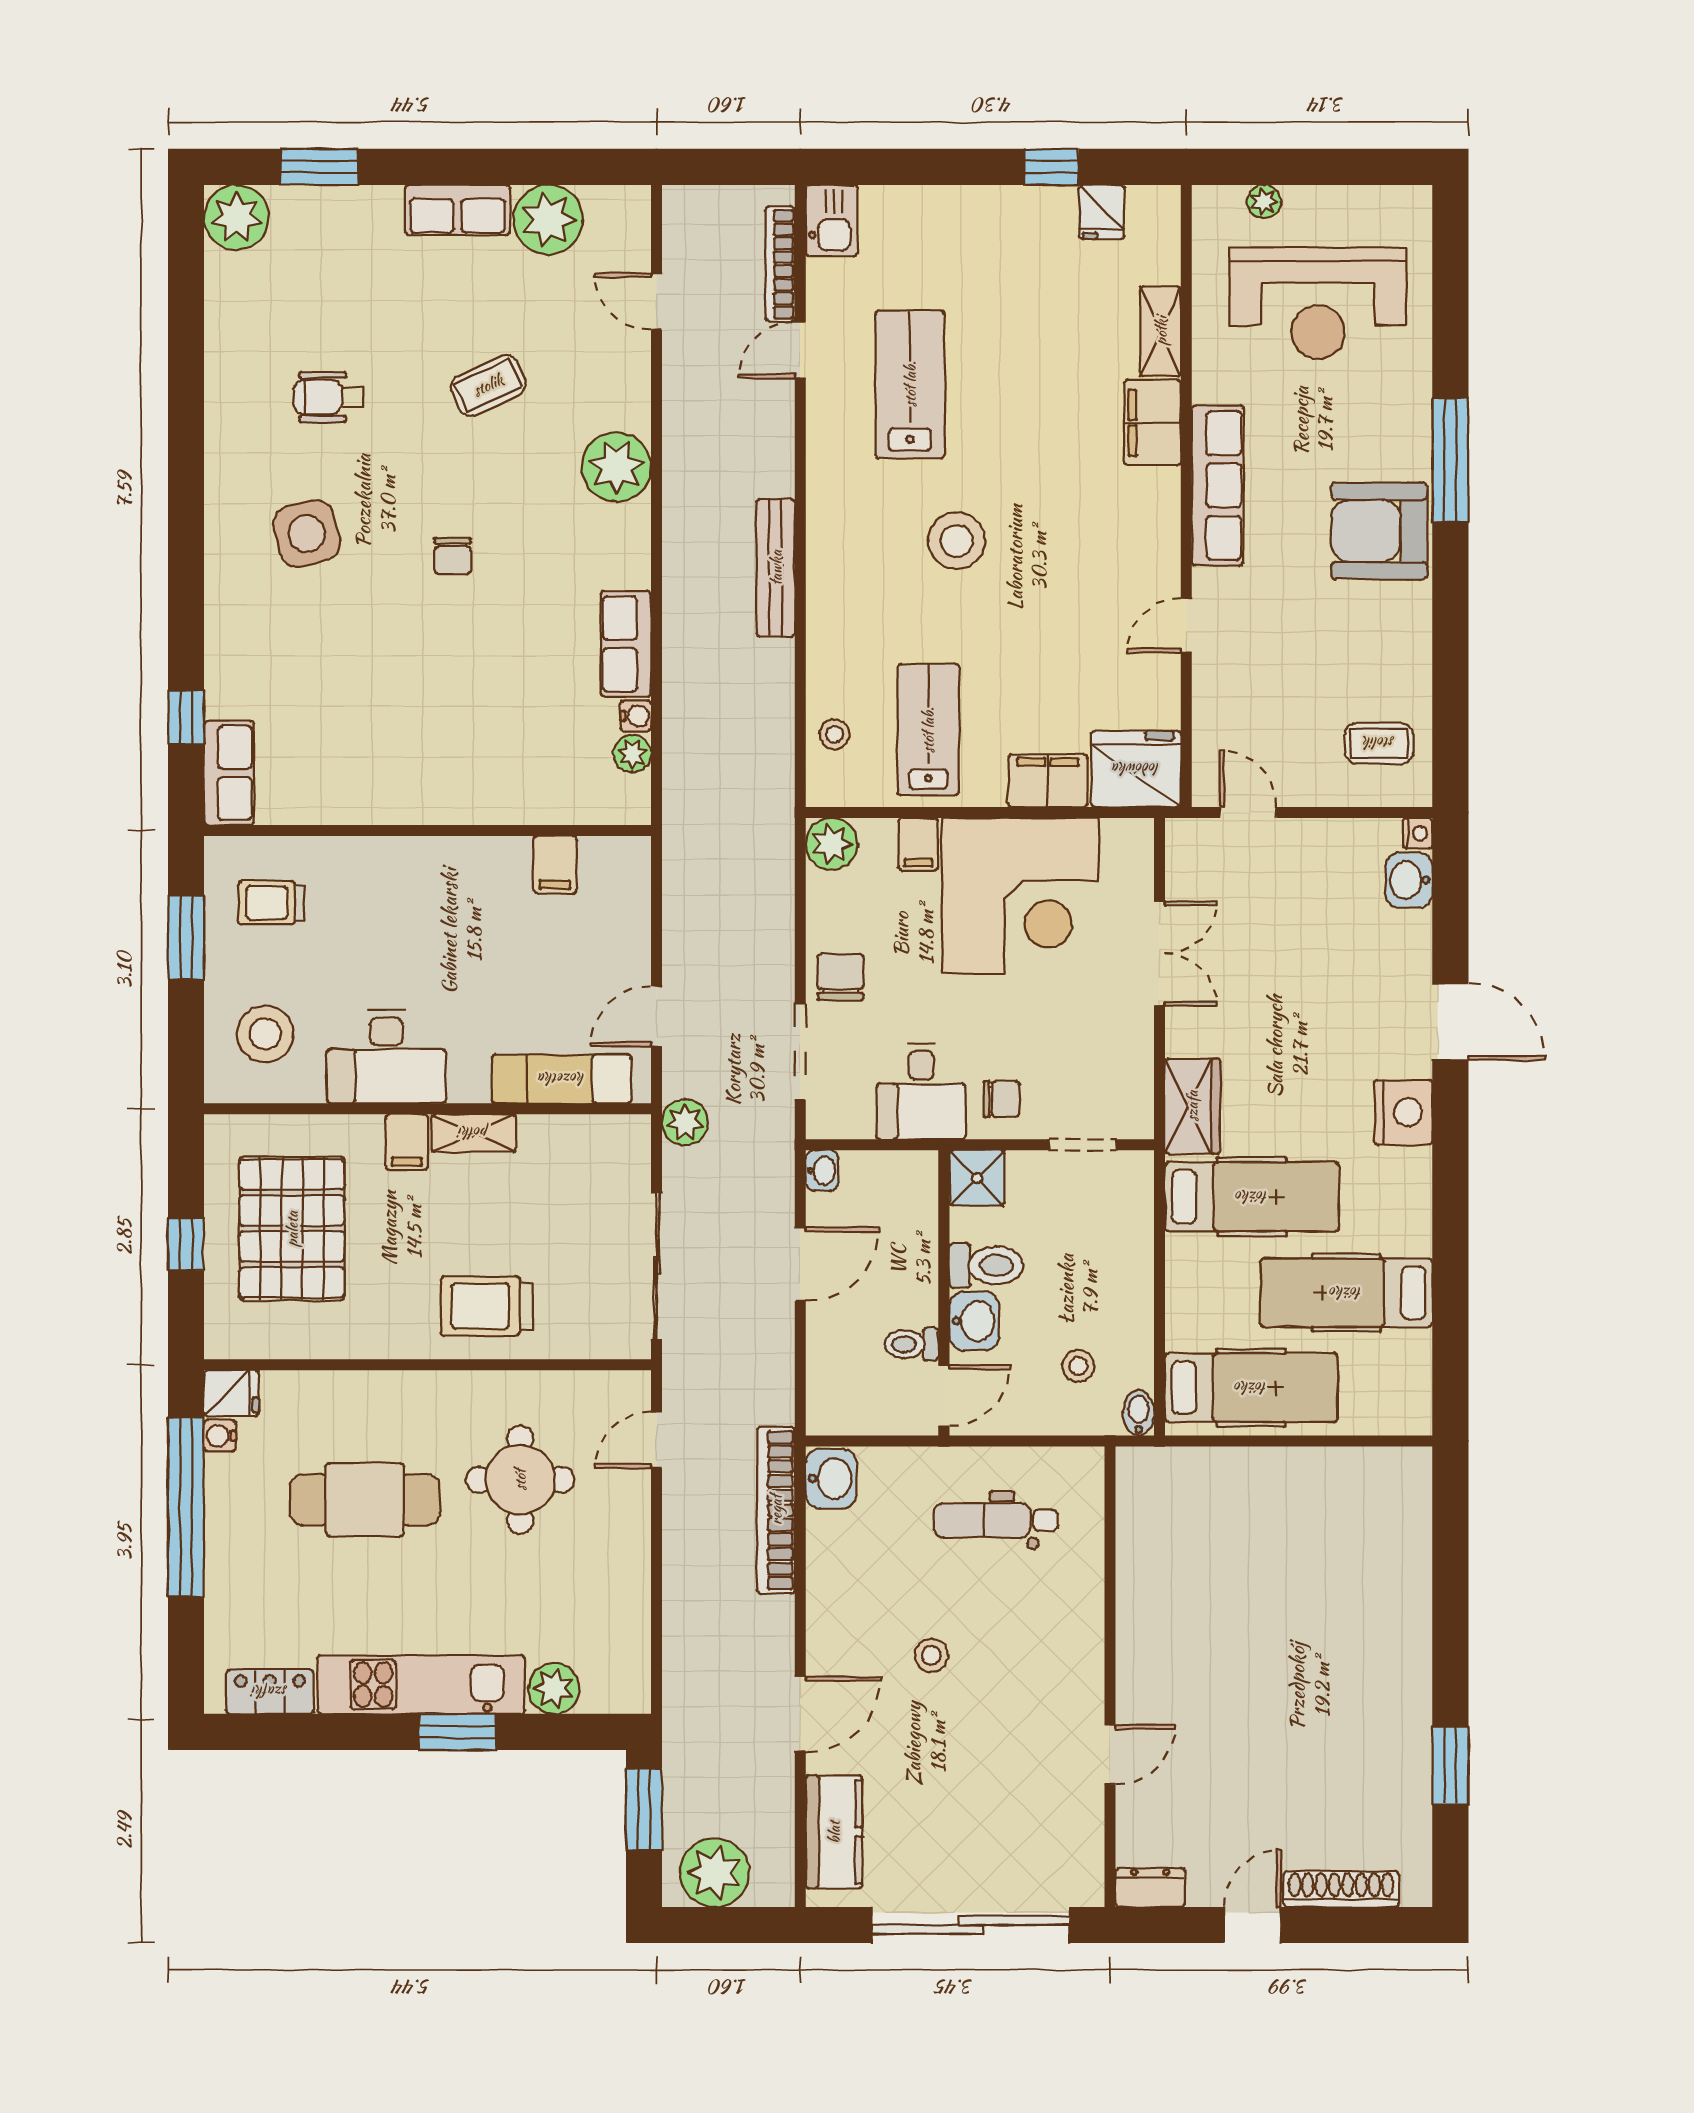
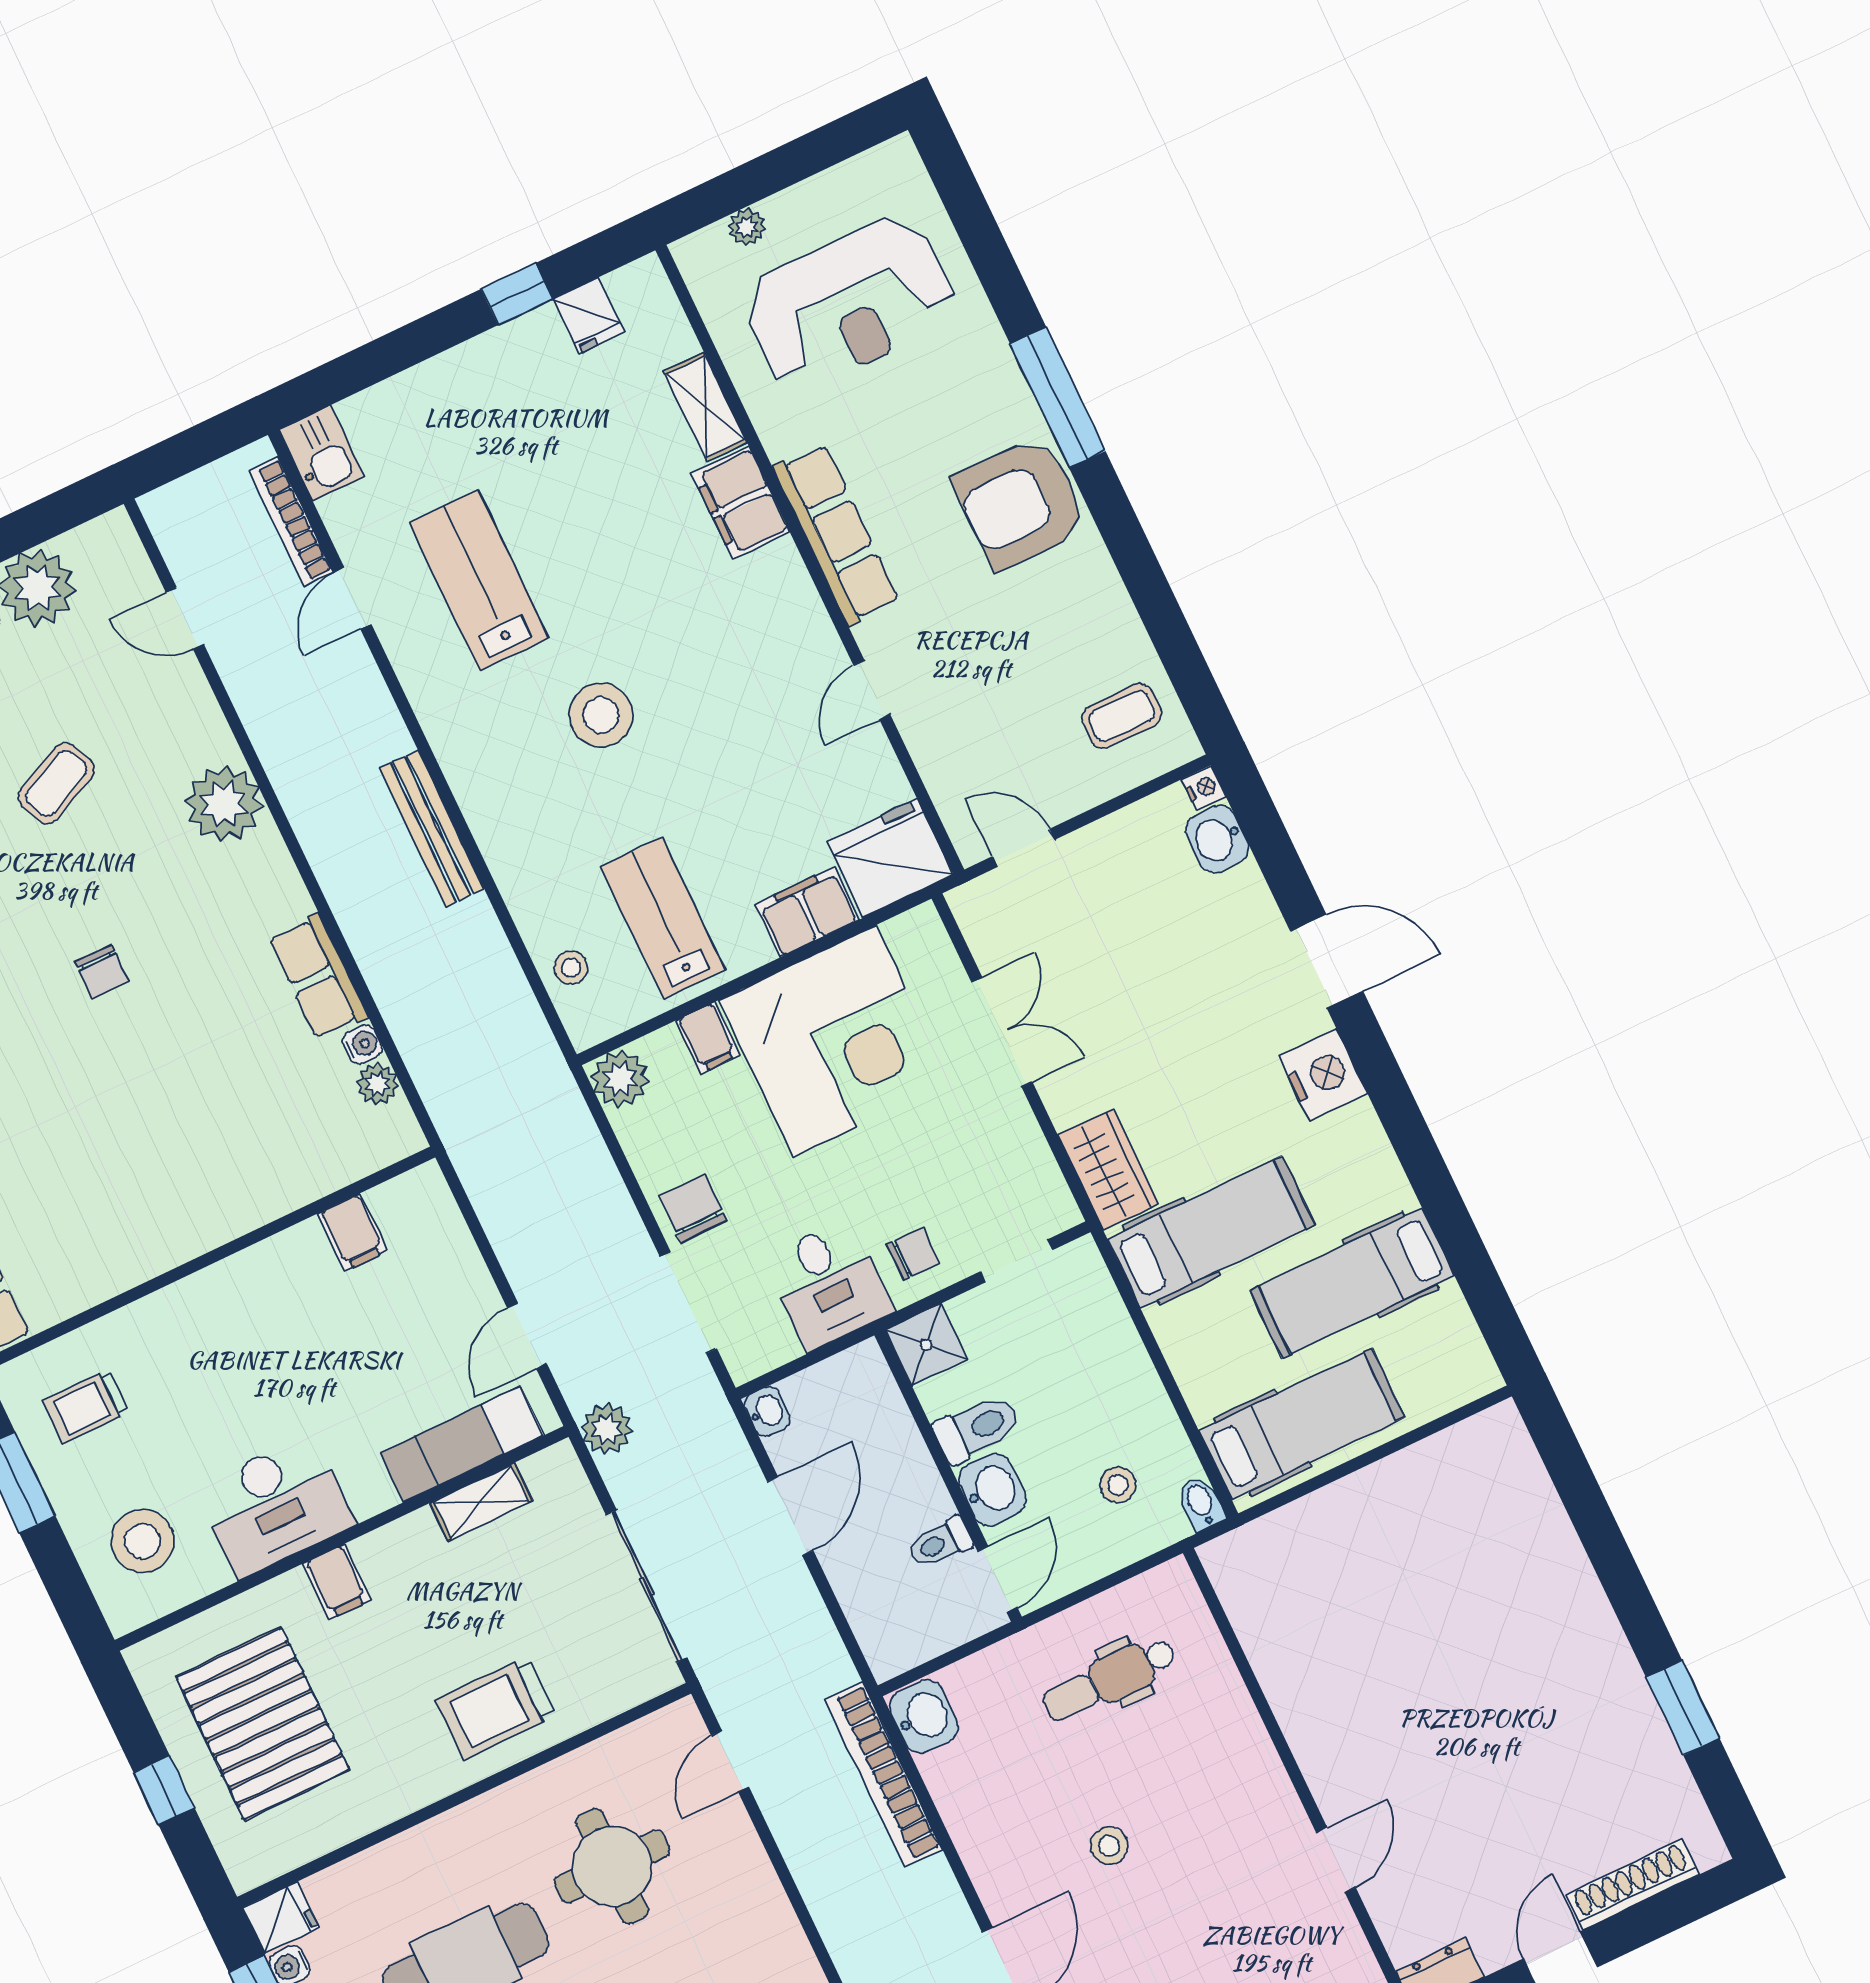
shelving: (474, 1133) -> (481, 1502), moved

